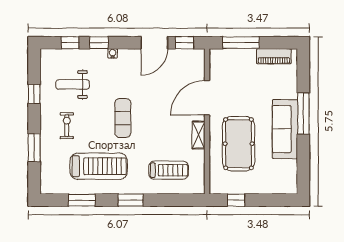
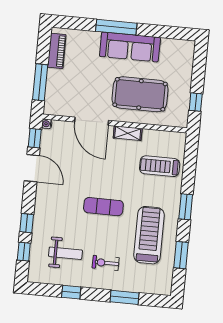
water cooler: (113, 53) -> (47, 124), moved
weight bench: (73, 84) -> (65, 253), turned -90
treadmill: (169, 170) -> (160, 166), turned -90

